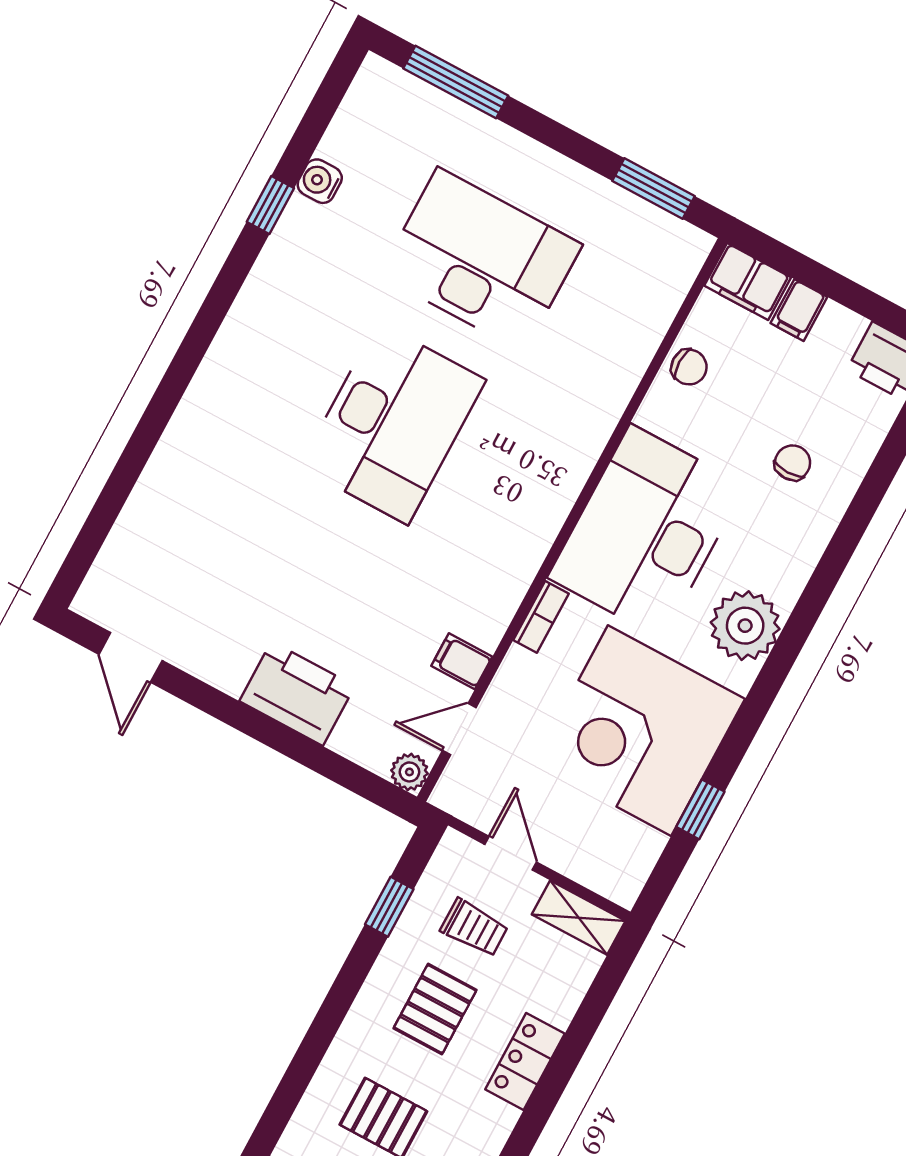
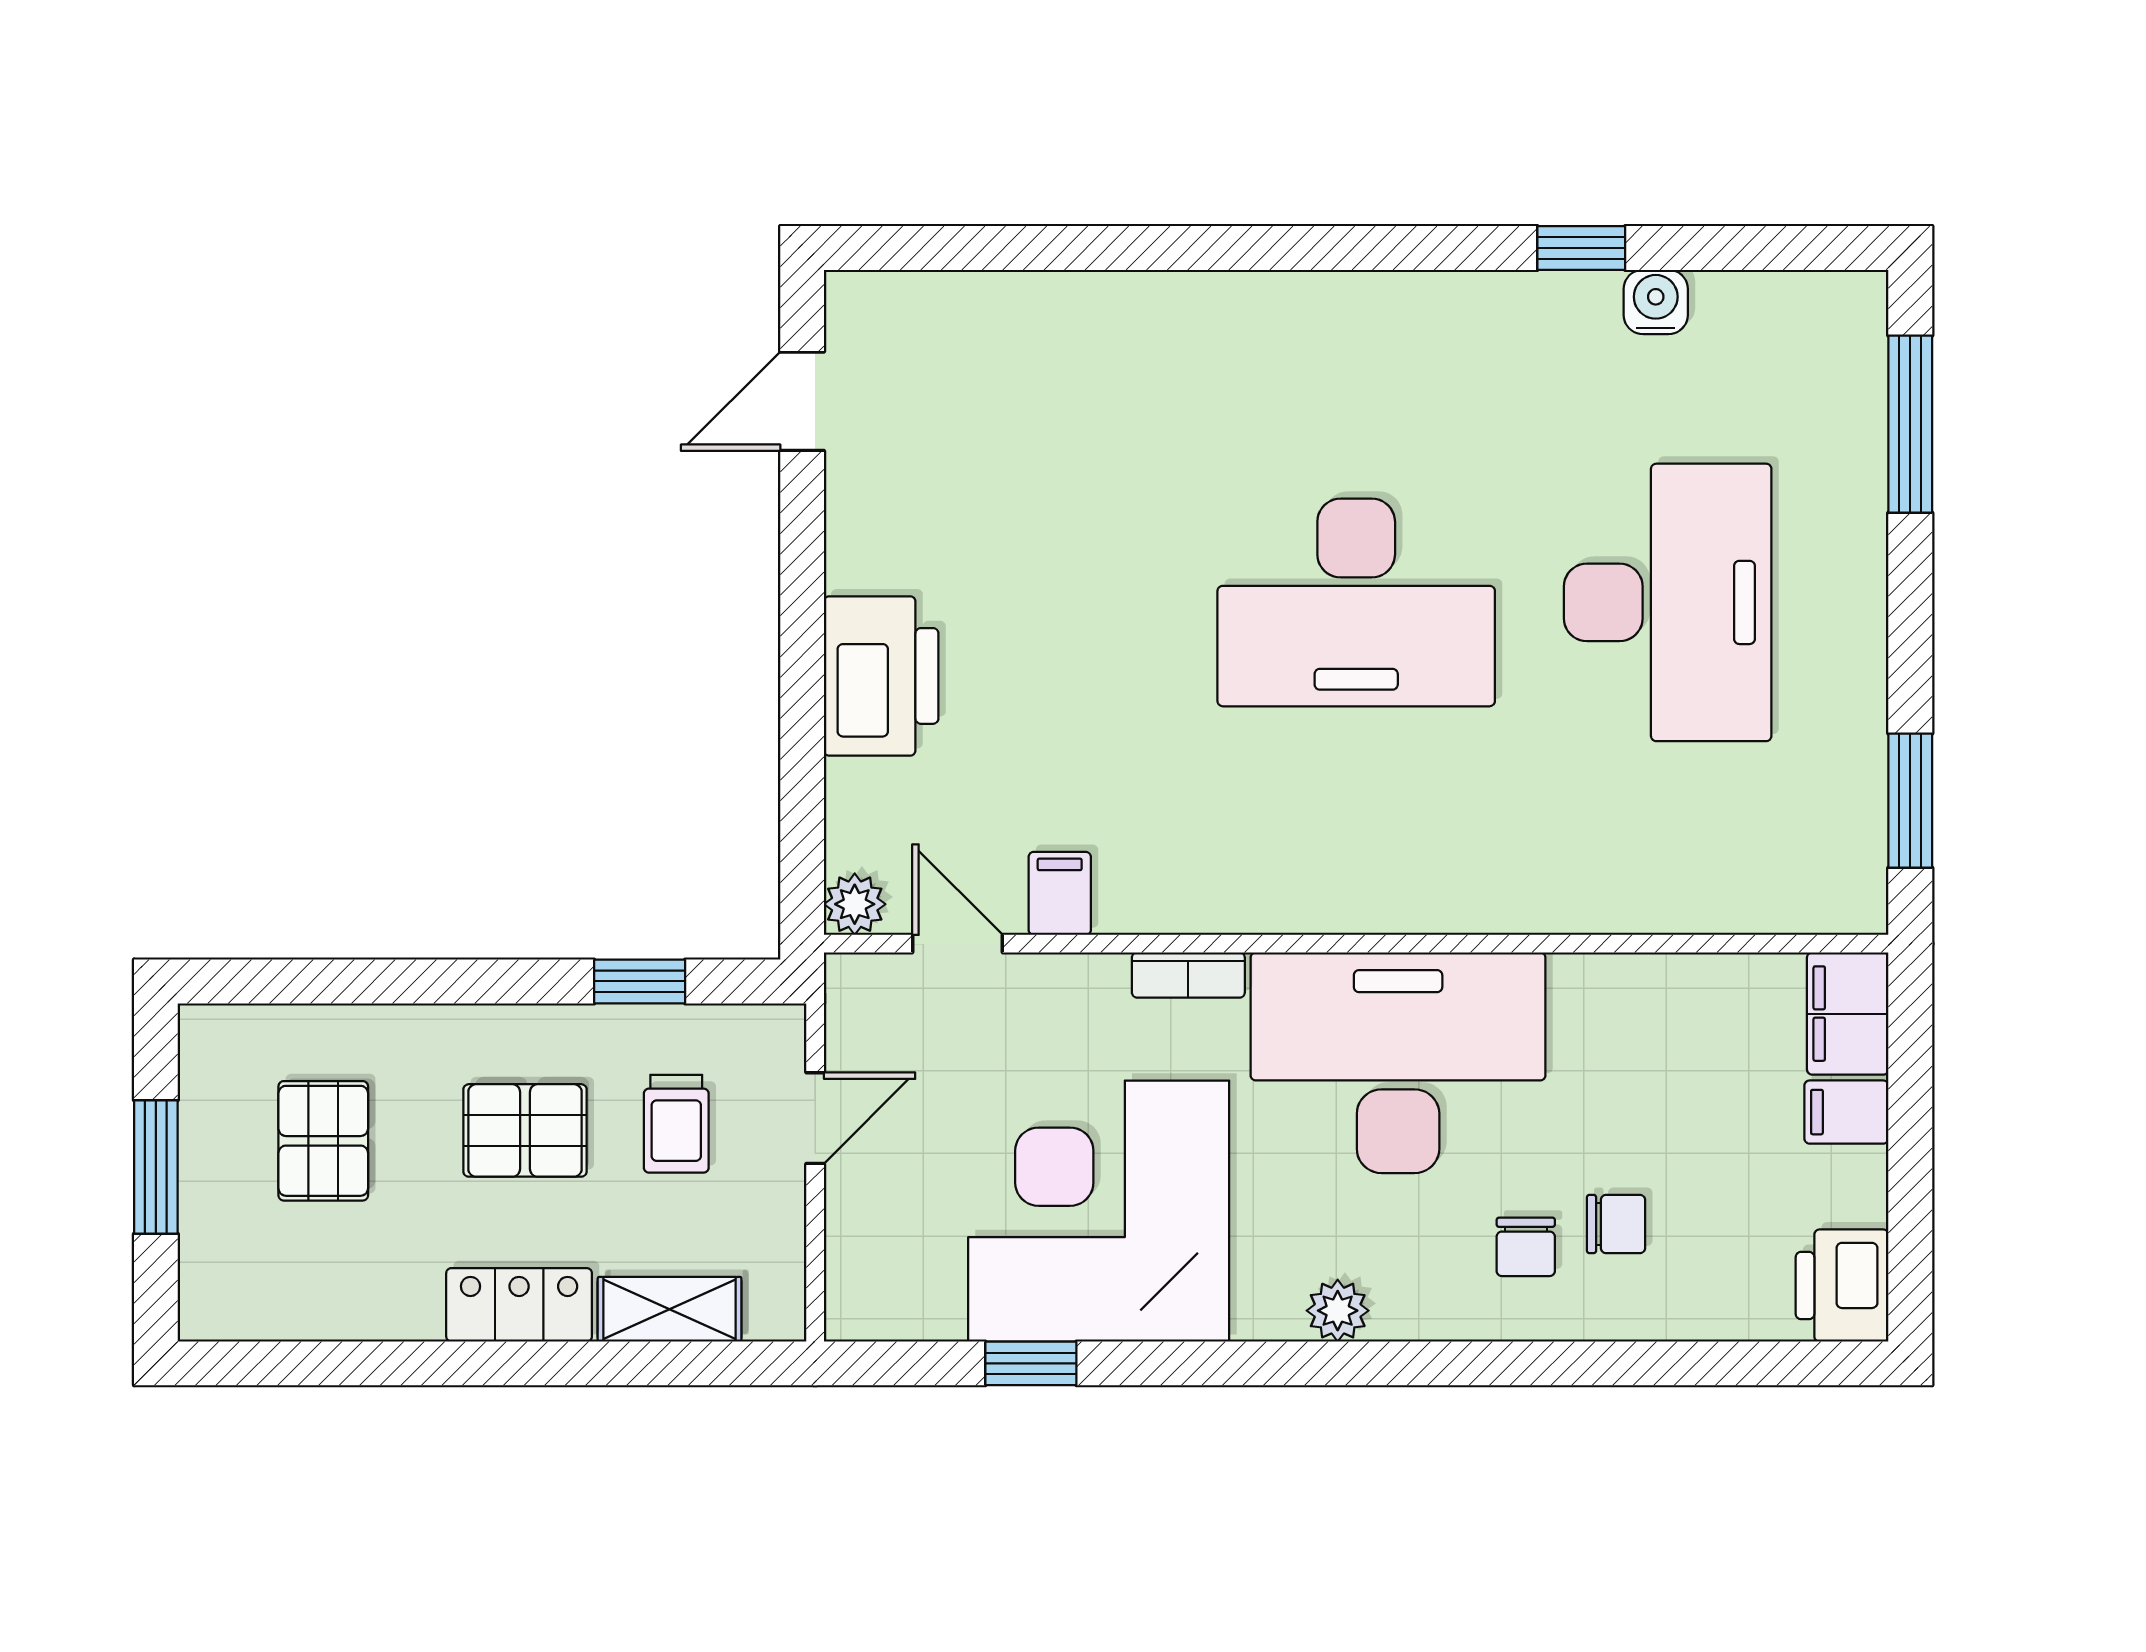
chair: (689, 367) -> (1526, 1247), moved
plant: (745, 626) -> (1338, 1311), width x0.53, depth x0.53
shelving: (579, 918) -> (670, 1309), moved, turned 90

